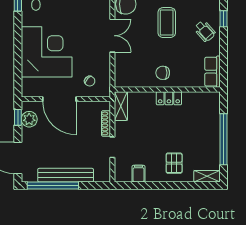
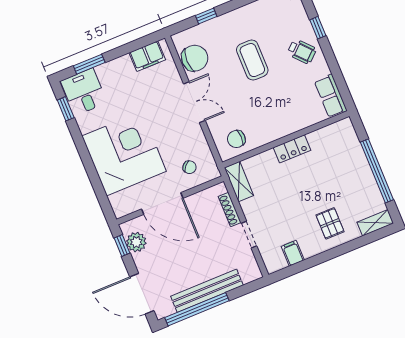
chair: (163, 73) -> (236, 139), moved

